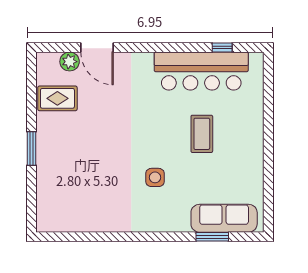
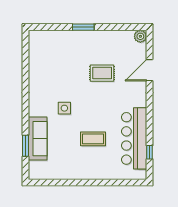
plant: (70, 62) -> (140, 36), moved
rug: (57, 98) -> (102, 73), moved, turned 90
sofa: (224, 218) -> (38, 139), moved

